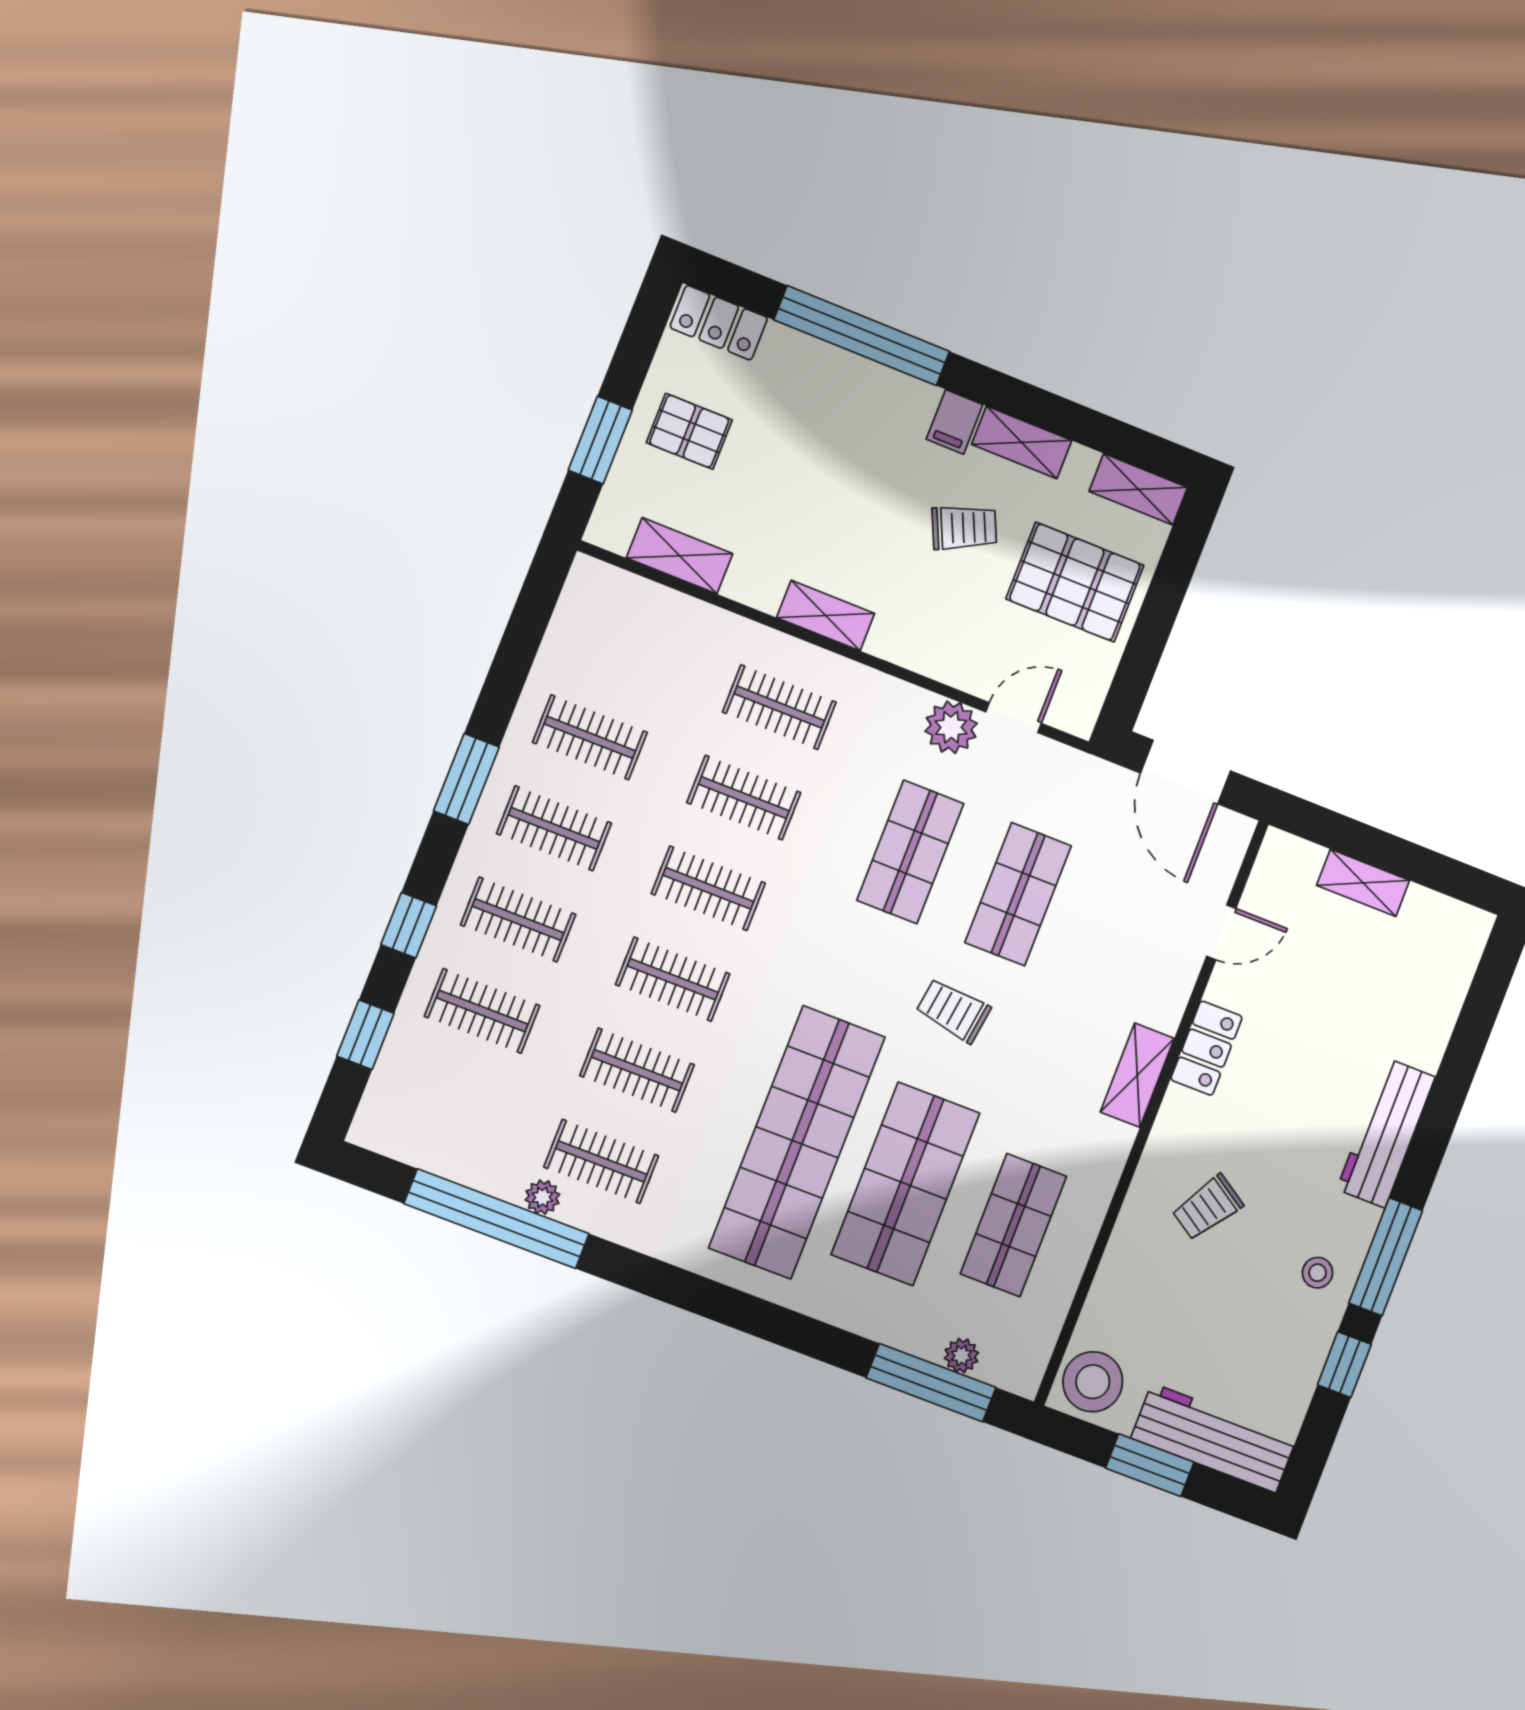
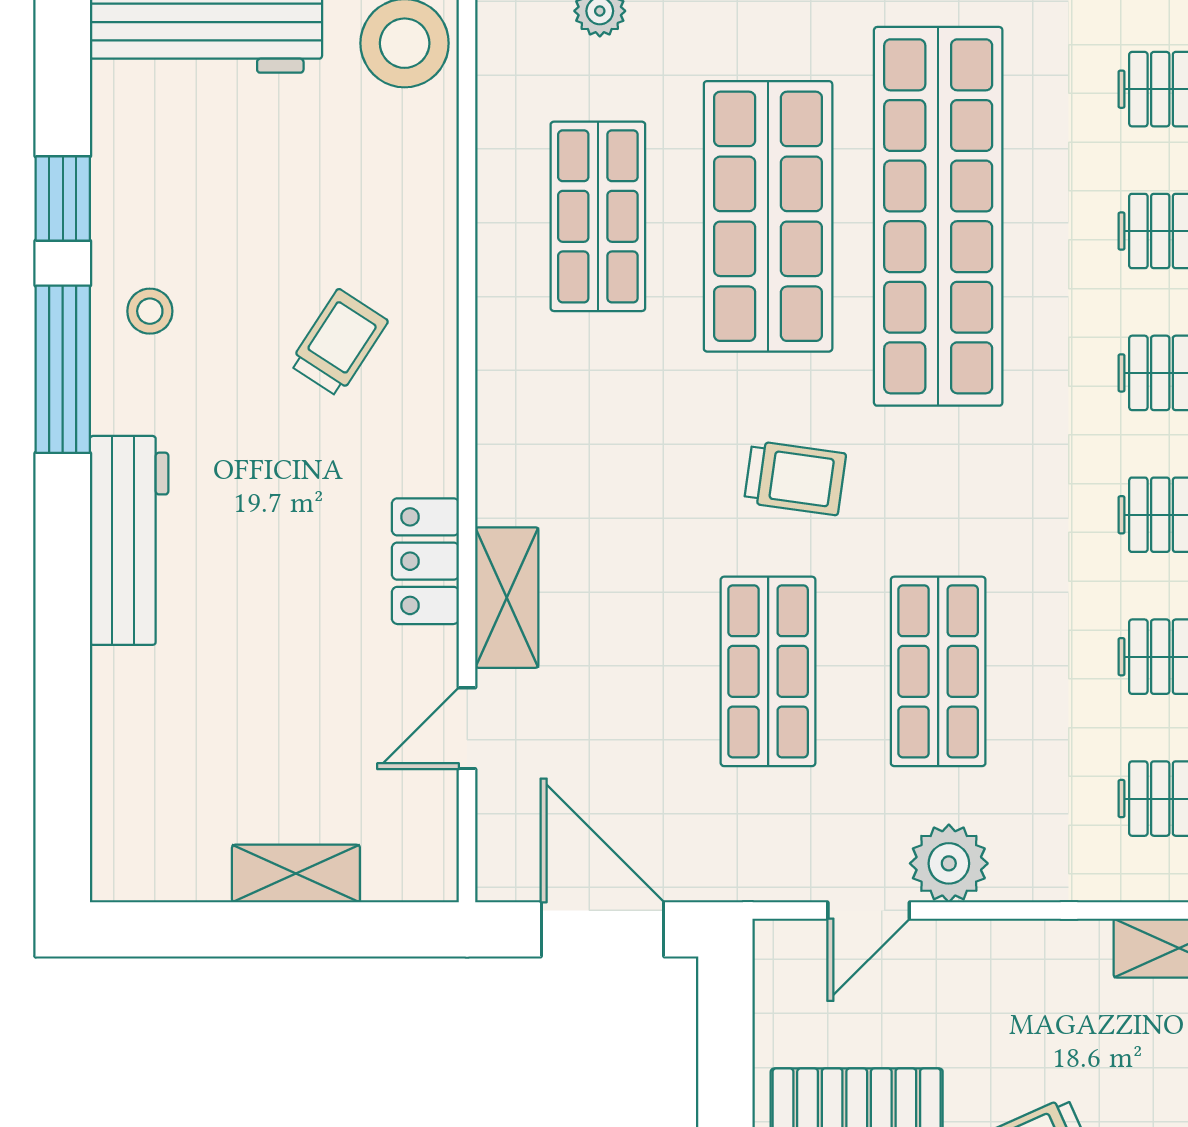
shelving: (1137, 1075) -> (507, 598), moved

